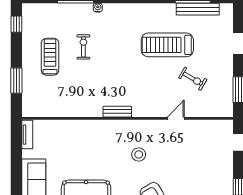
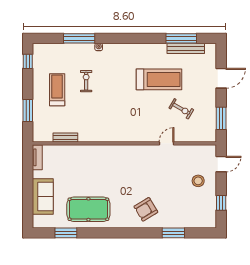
treadmill: (167, 45) -> (159, 79), turned 180
bench: (117, 112) -> (65, 137), moved
stool: (139, 154) -> (198, 181), moved

